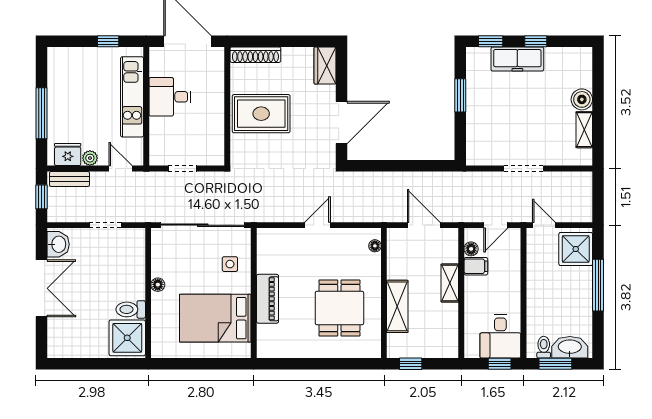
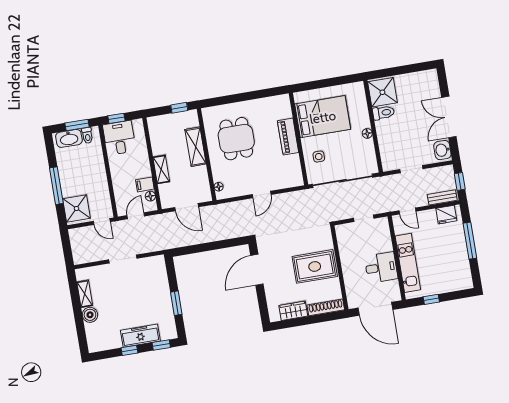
wardrobe: (325, 66) -> (293, 311), moved, turned -90
plant: (90, 158) -> (430, 215), removed

